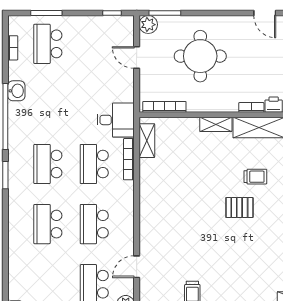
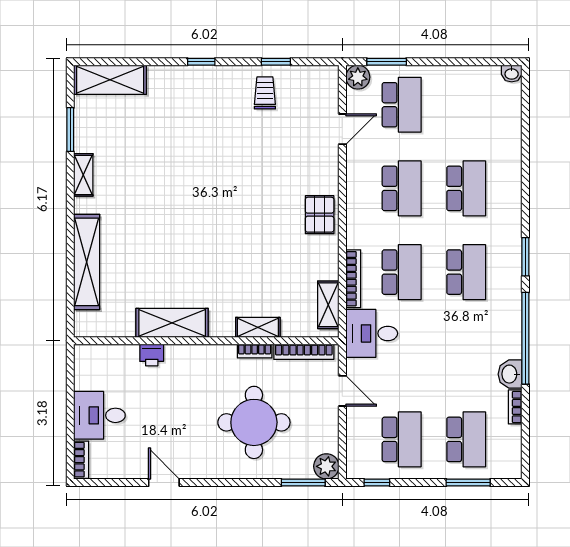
school desk: (94, 44) -> (402, 439), added
bookcase: (13, 48) -> (515, 407), moved
door: (137, 58) -> (342, 391), moved
bookcase: (251, 107) -> (255, 351), moved
shelving: (216, 124) -> (258, 327), moved
trolley: (255, 177) -> (177, 254), removed
pallet: (239, 207) -> (320, 215), moved, turned 90

